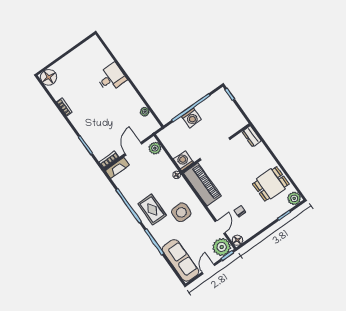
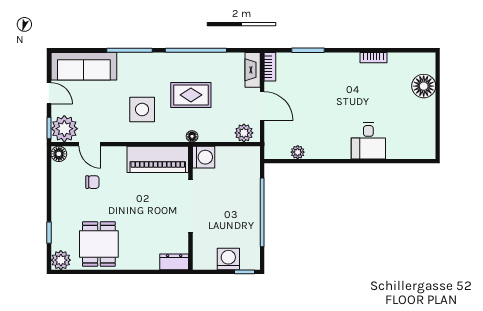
floor lamp: (49, 77) -> (424, 86), moved
washing machine: (192, 118) -> (228, 259), moved, turned 90
rug: (152, 210) -> (191, 95), moved

